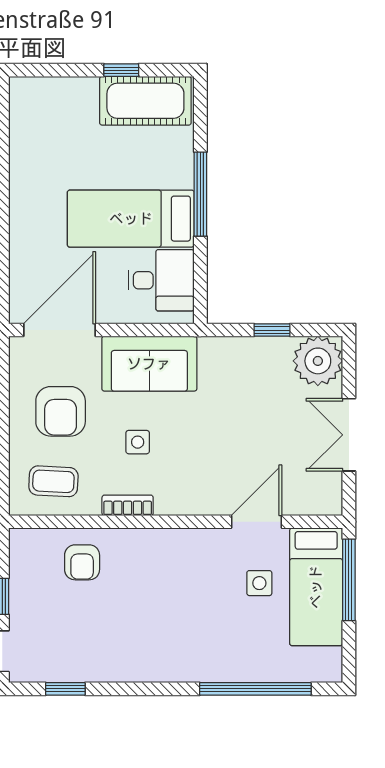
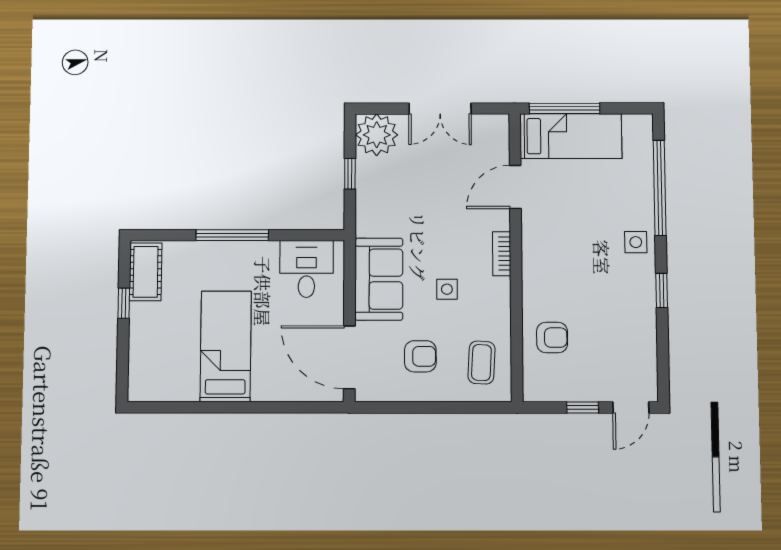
cot: (145, 101) -> (146, 272), width x0.73, depth x0.75
bed: (131, 219) -> (226, 346), moved, turned 180
armchair: (61, 411) -> (420, 356), width x0.72, depth x0.72
bookcase: (128, 505) -> (502, 254), moved
door: (256, 522) -> (515, 187), hinge flipped
side table: (259, 583) -> (636, 242), moved
window: (65, 689) -> (662, 290), moved

